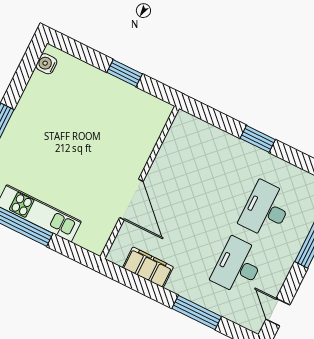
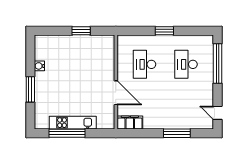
water cooler: (46, 64) -> (39, 66), moved
desk: (238, 266) -> (145, 64), moved
filing cabinet: (148, 267) -> (130, 123), moved

